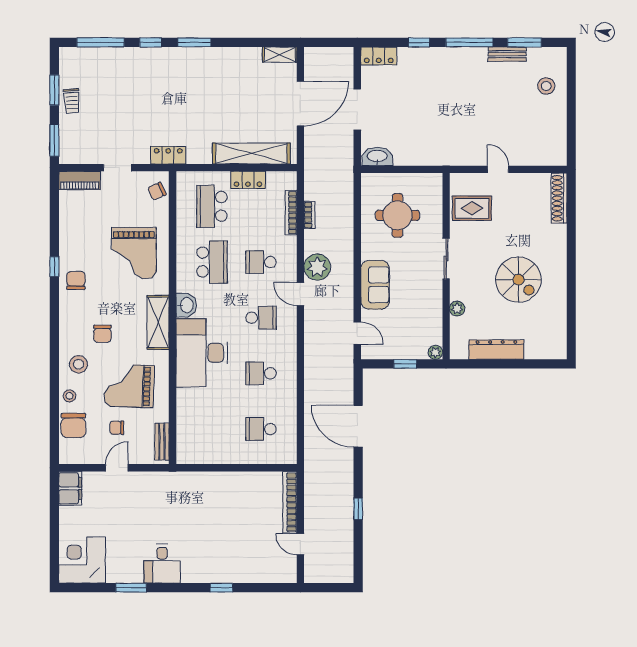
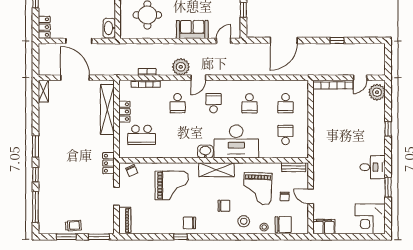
school desk: (212, 262) -> (286, 135), moved, width x0.54
plant: (278, 571) -> (377, 92), added

